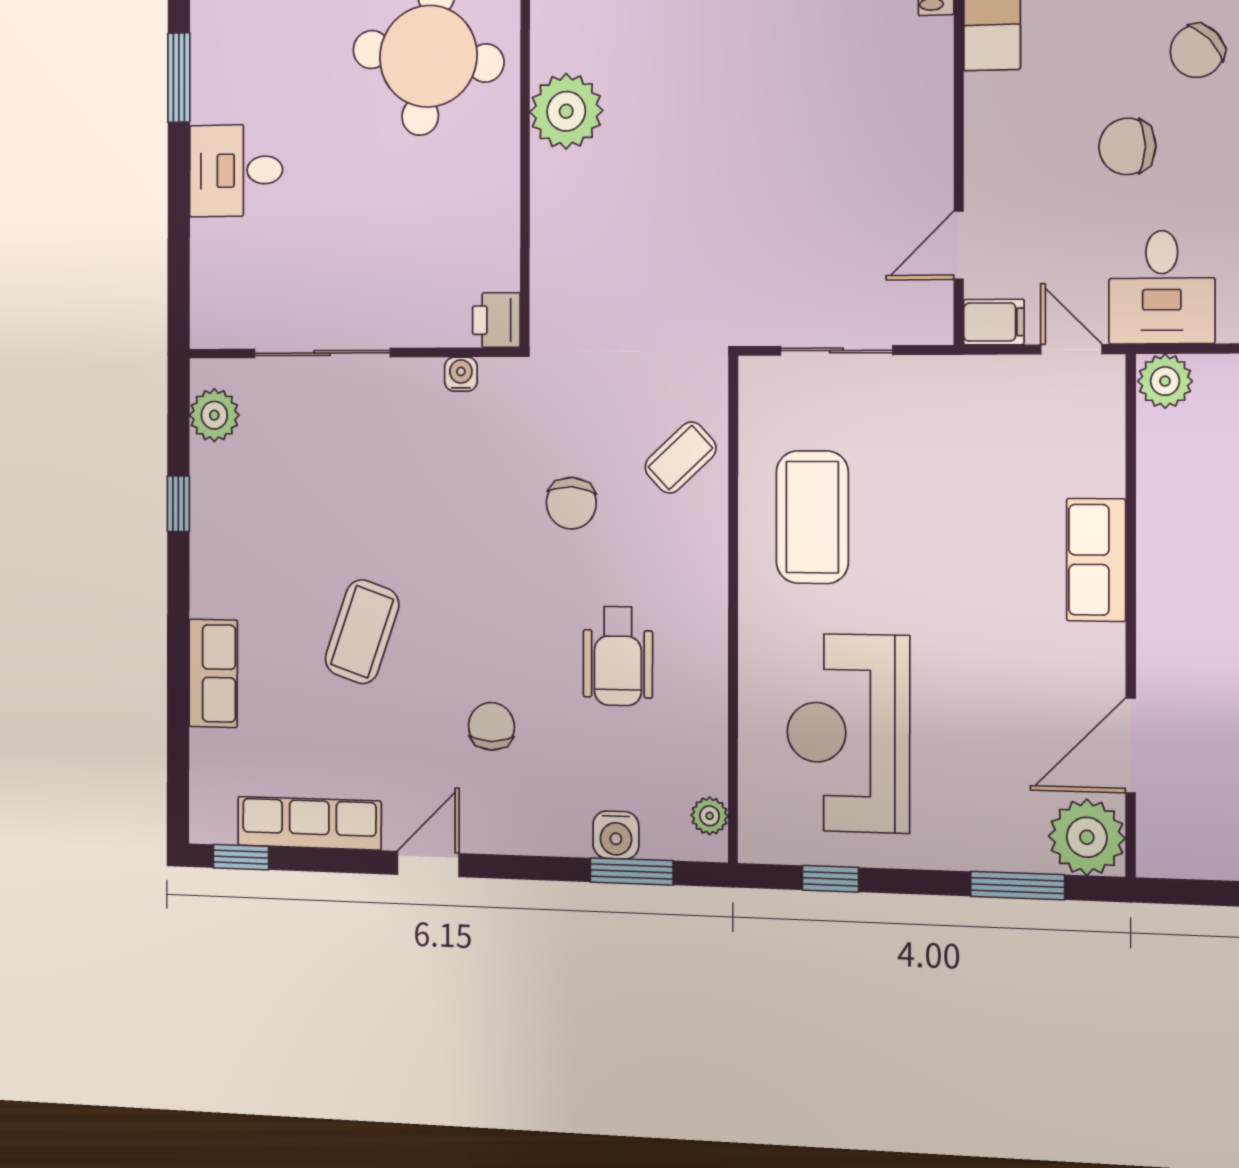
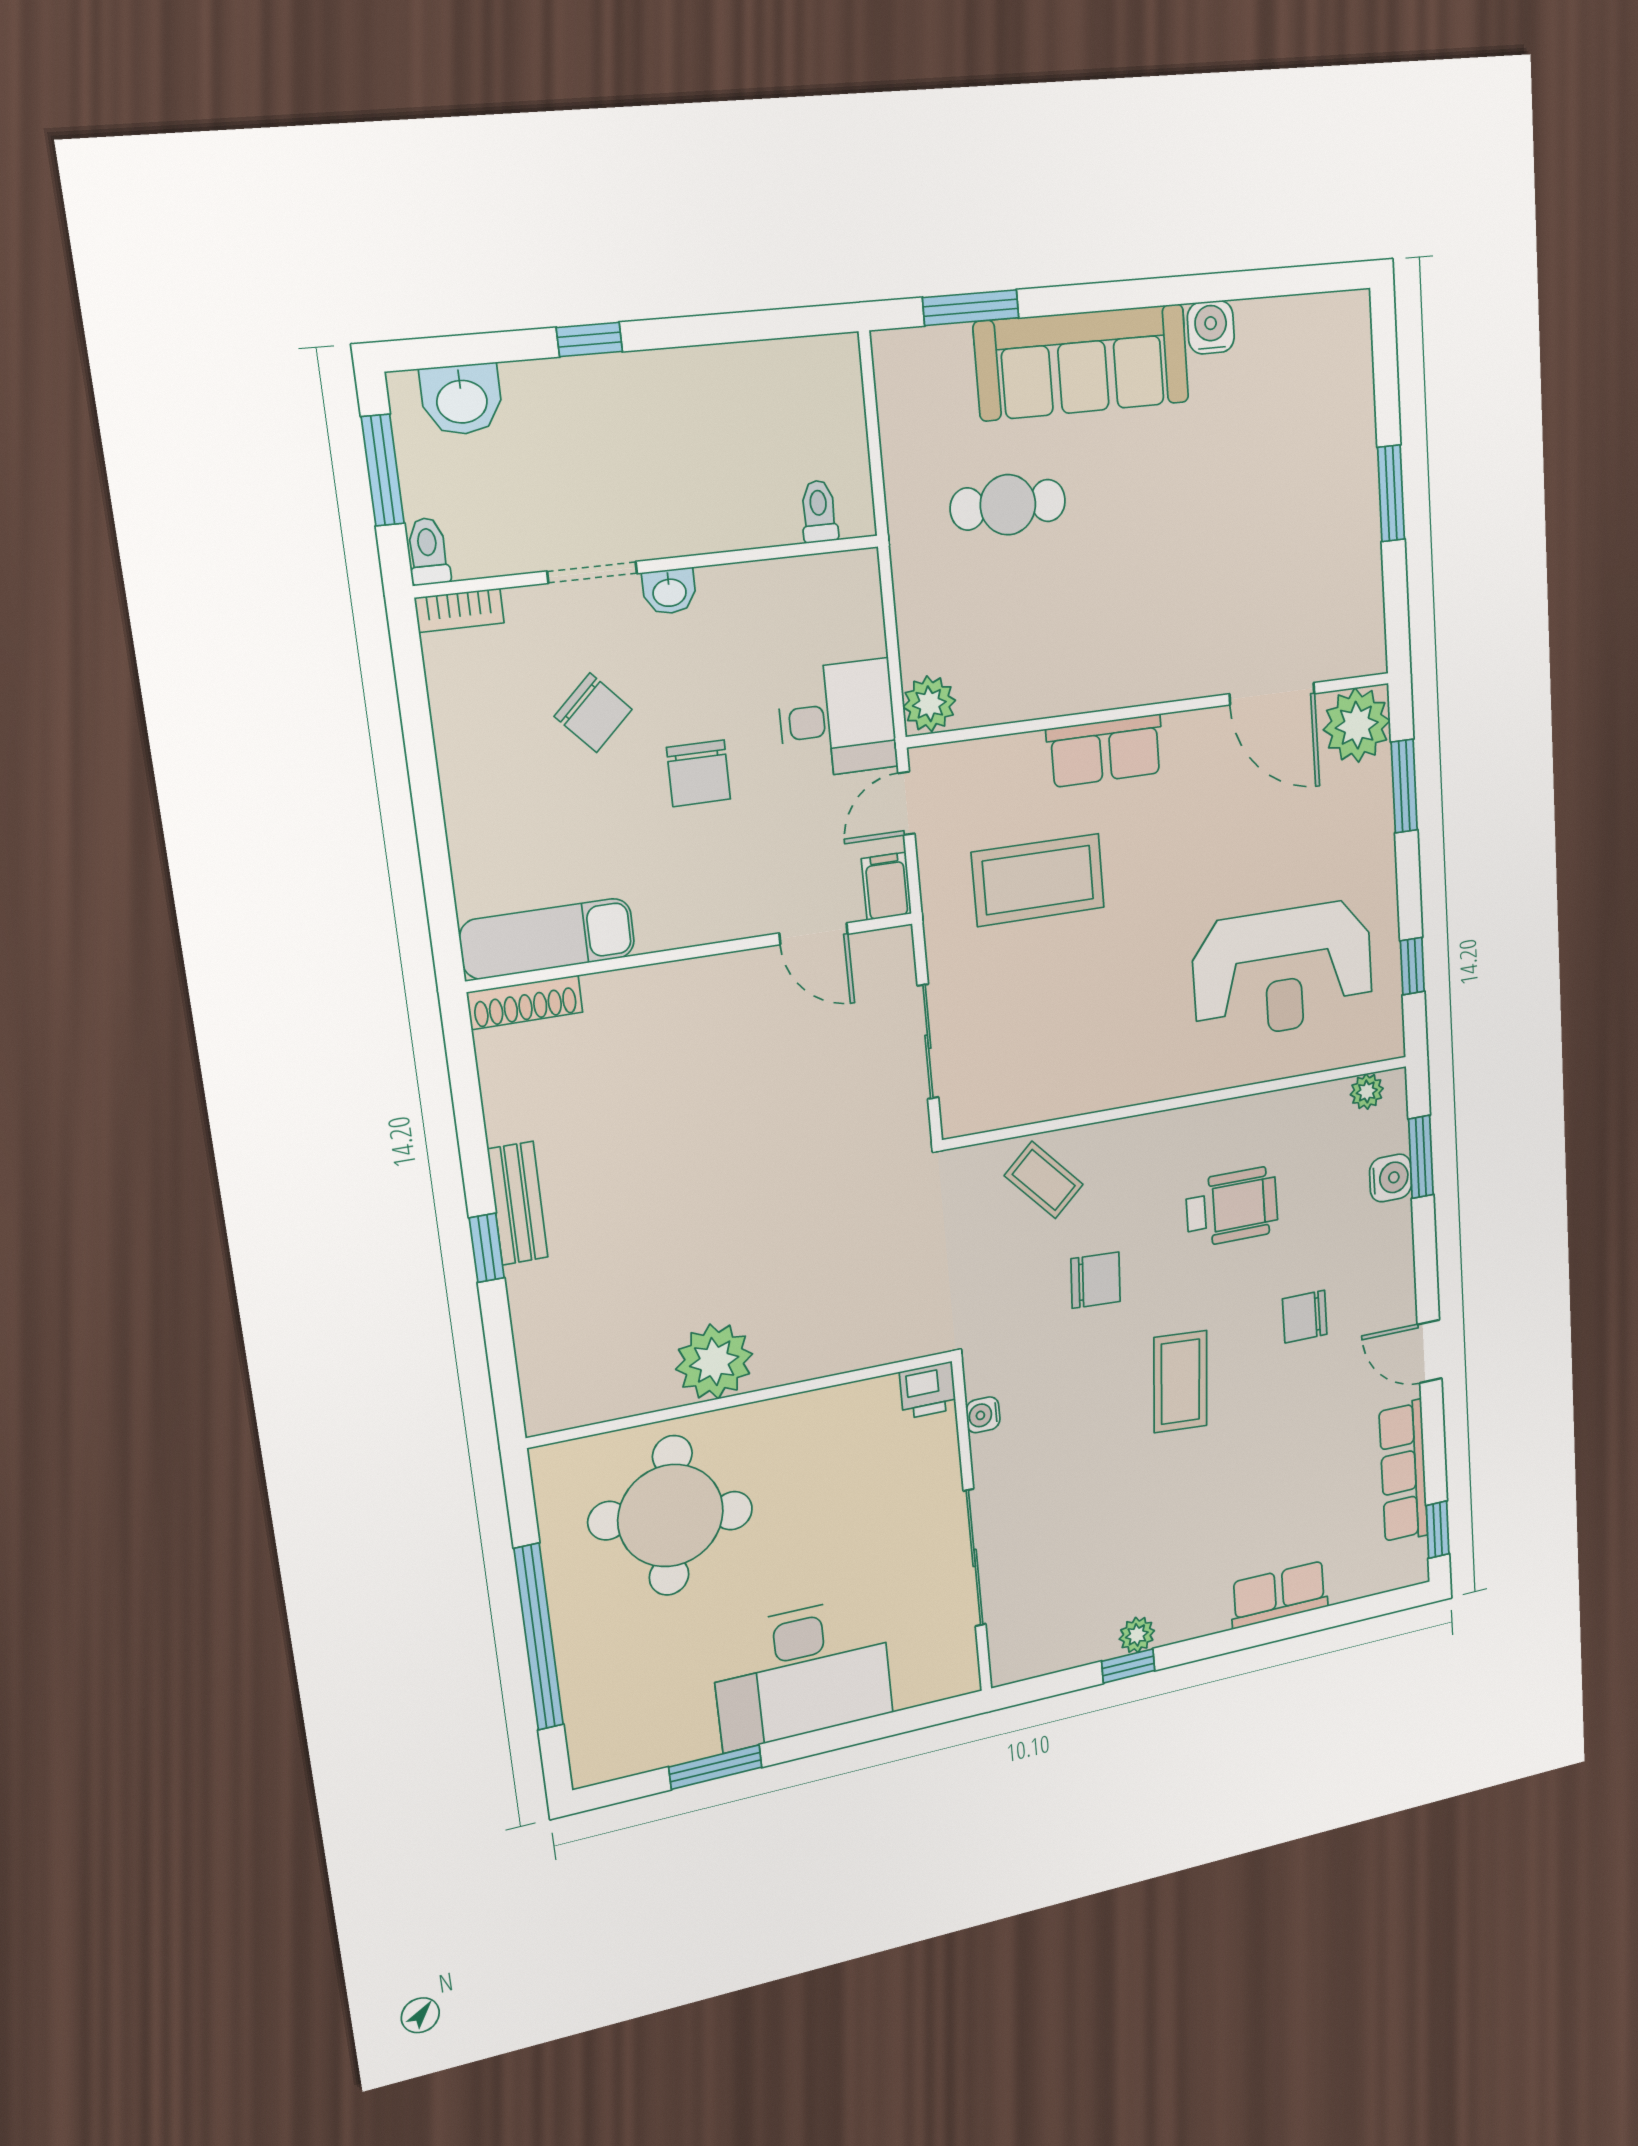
desk: (236, 170) -> (802, 1672), width x1.87, depth x1.30
plant: (214, 415) -> (1137, 1635), moved, width x0.73, depth x0.73
coffee table: (812, 517) -> (1038, 880), moved
coffee table: (362, 632) -> (1180, 1382), moved, turned 75

